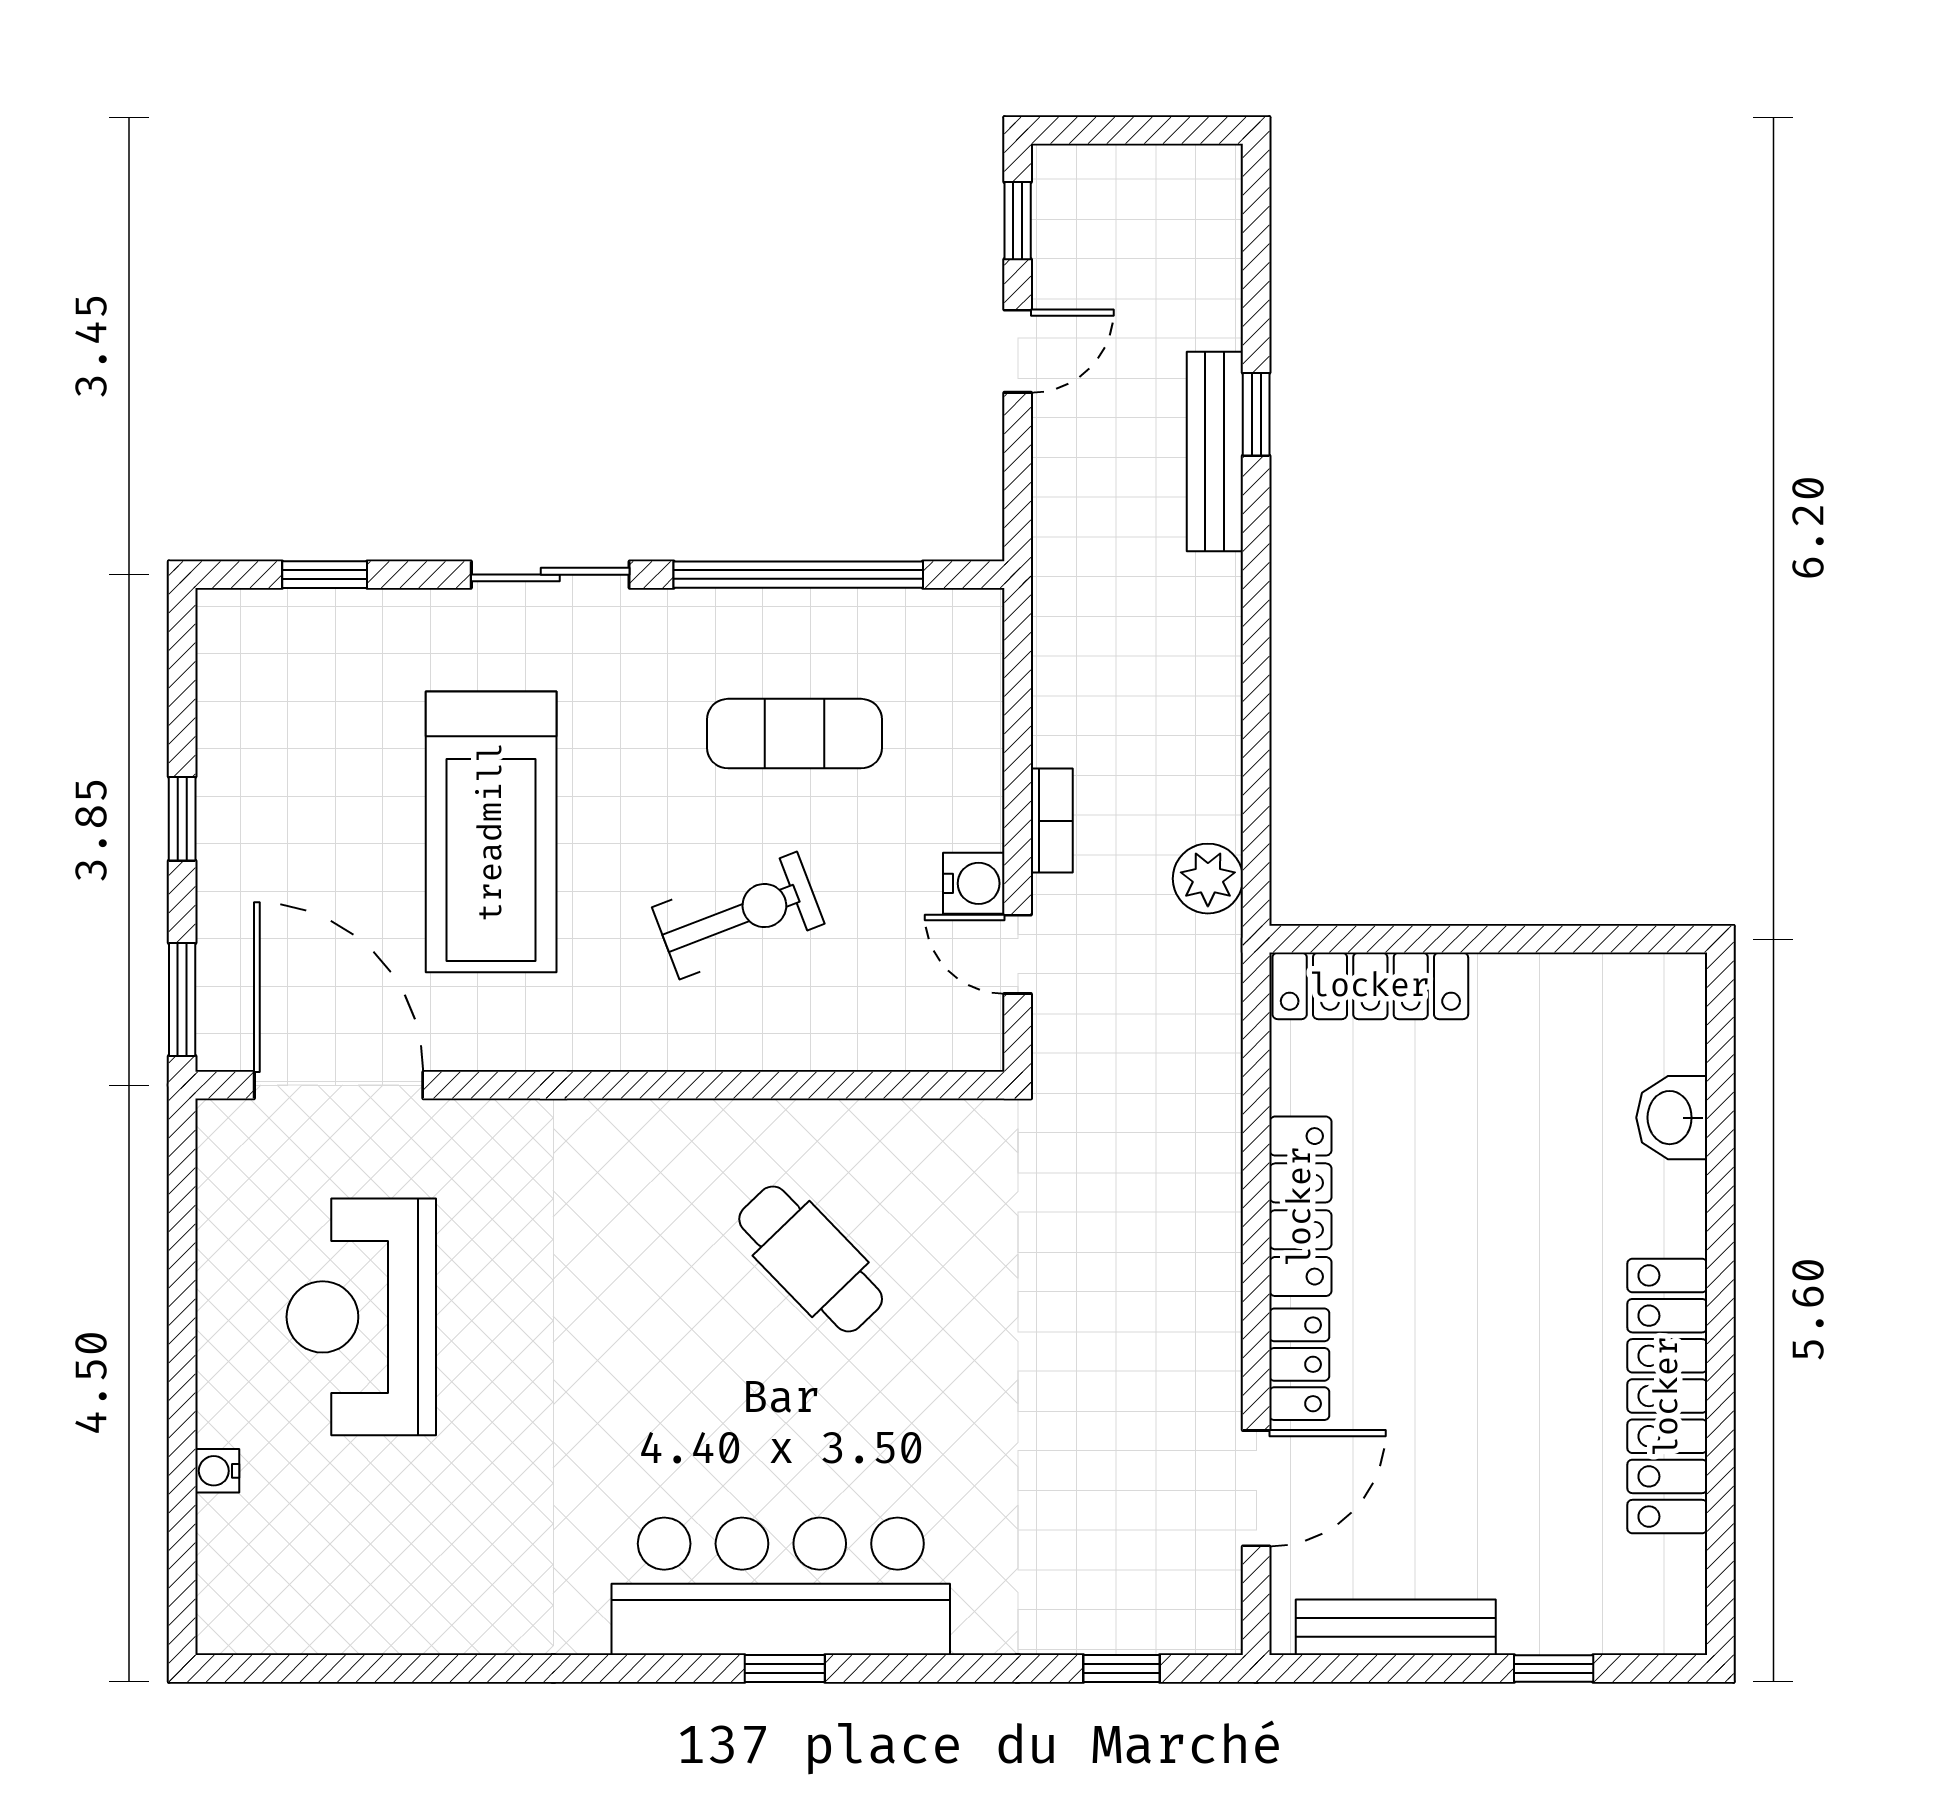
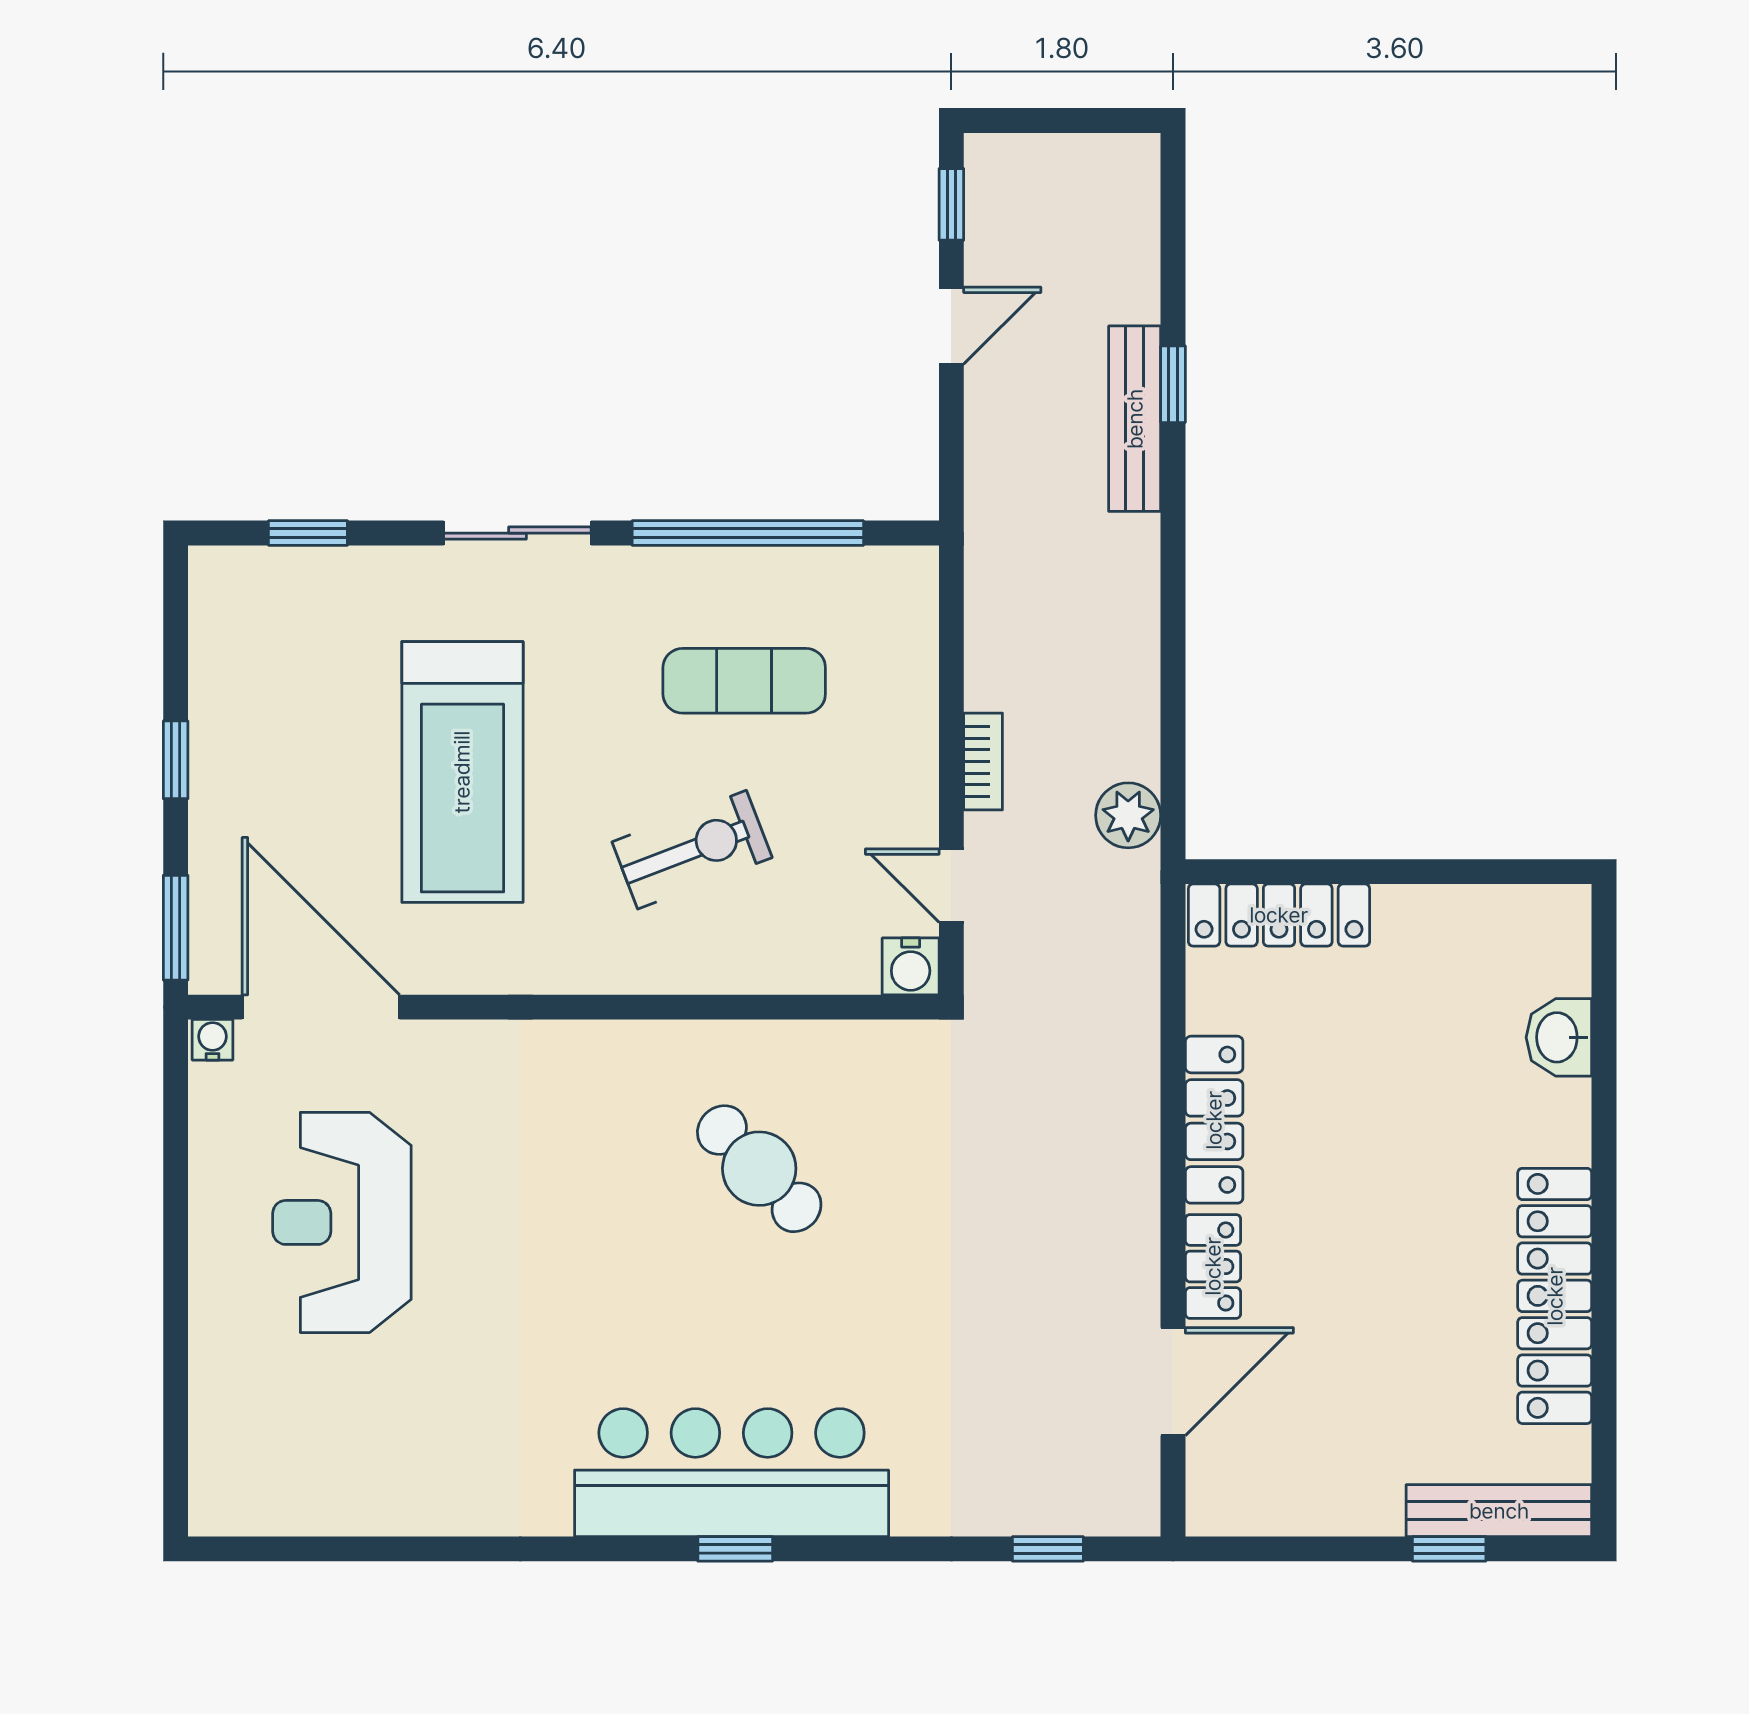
water cooler: (974, 883) -> (911, 966), moved, turned 90
water cooler: (217, 1471) -> (212, 1040), moved, turned 90
bench: (1396, 1627) -> (1499, 1511), moved

